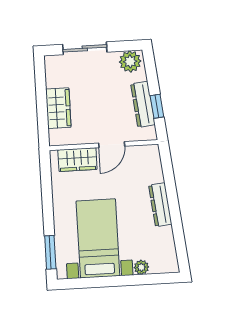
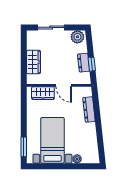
dresser: (143, 104) -> (84, 63), width x0.70
door: (112, 145) -> (64, 85), hinge flipped
dresser: (160, 205) -> (89, 109), moved

